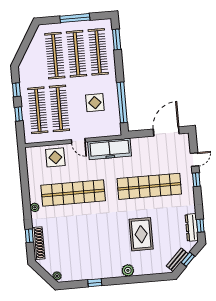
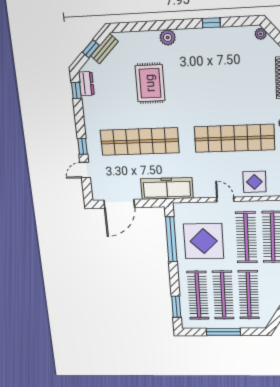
display table: (95, 103) -> (204, 241), width x1.86, depth x1.86
freezer: (110, 149) -> (167, 188), moved
dresser: (192, 227) -> (86, 84), width x0.70

